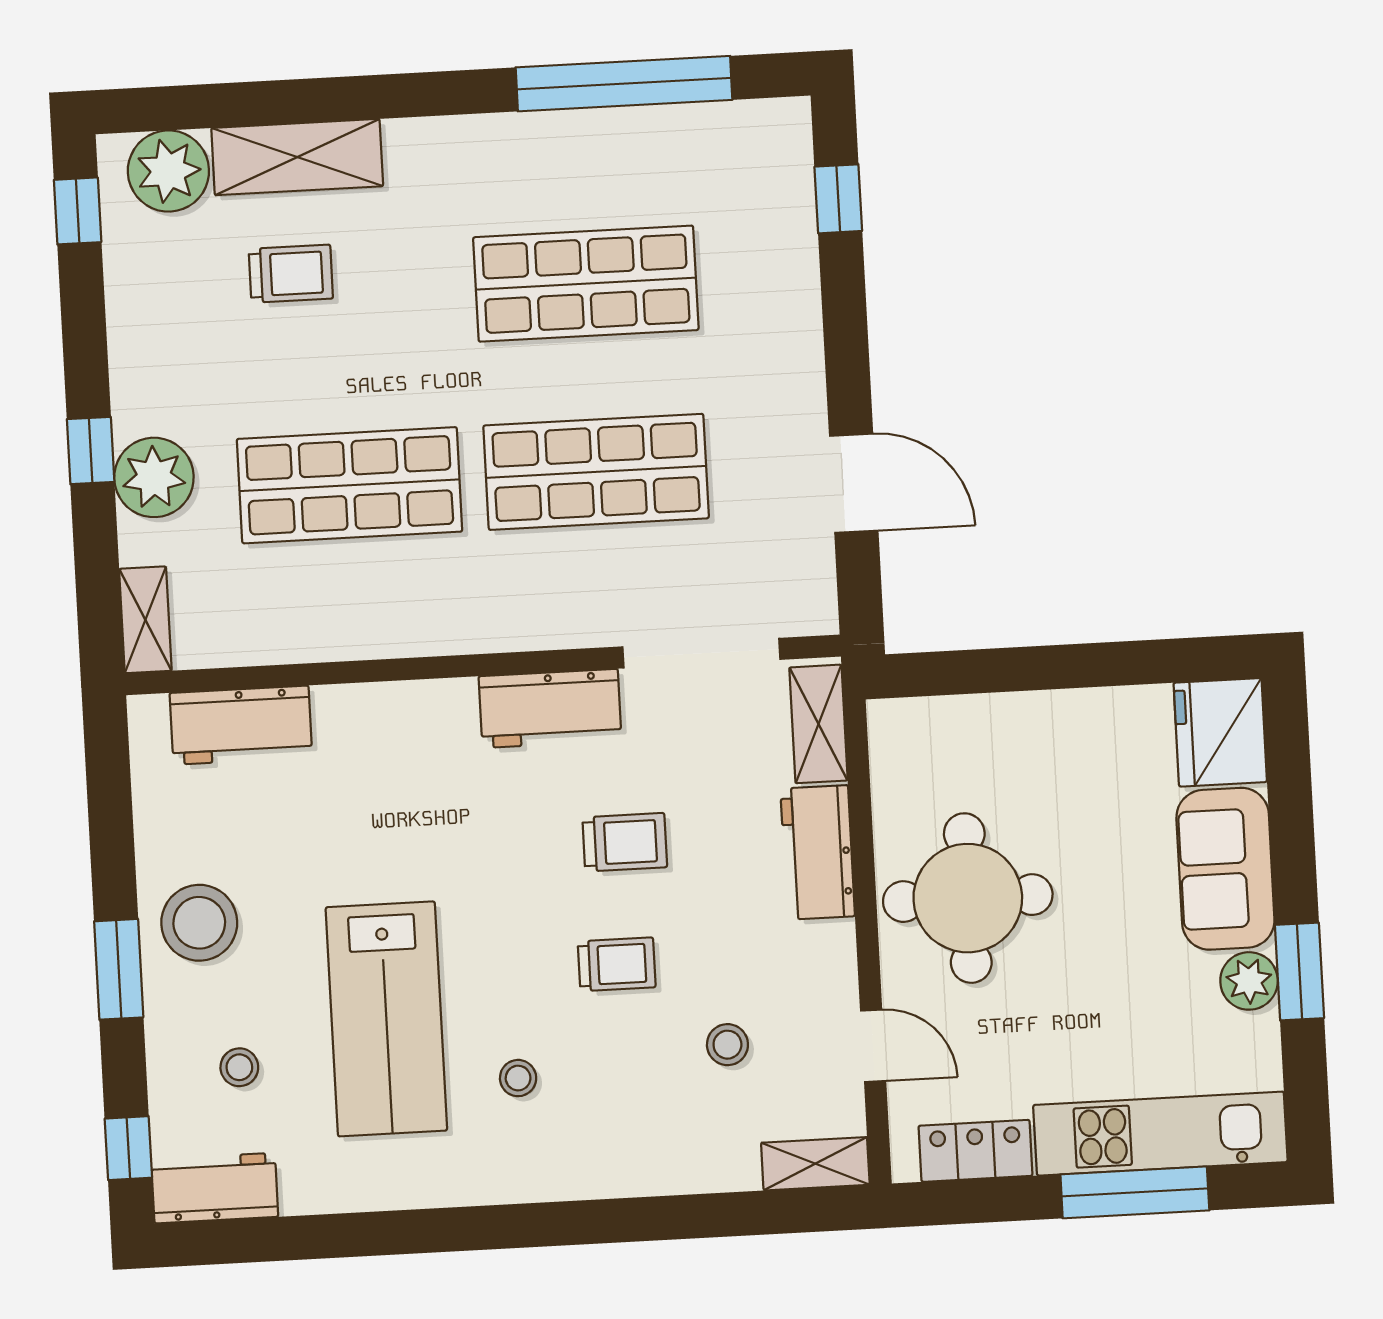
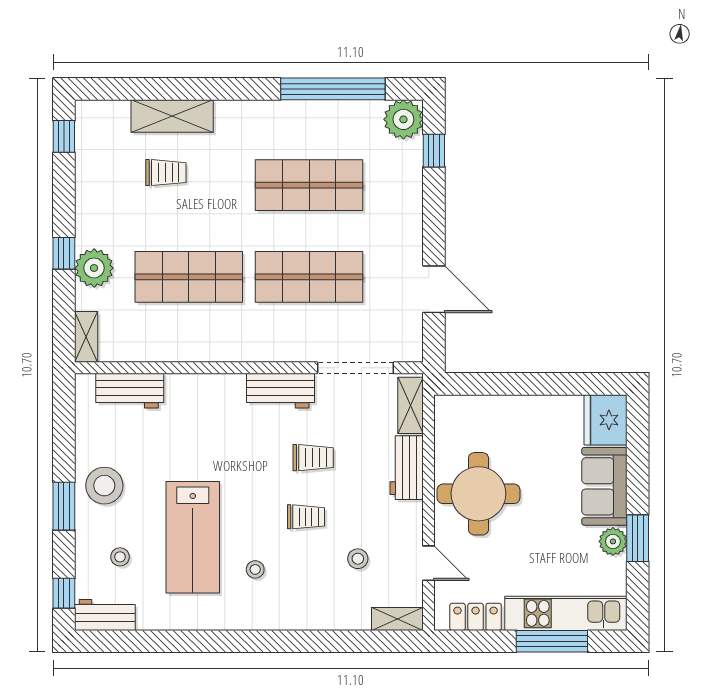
plant: (168, 171) -> (403, 119), moved

